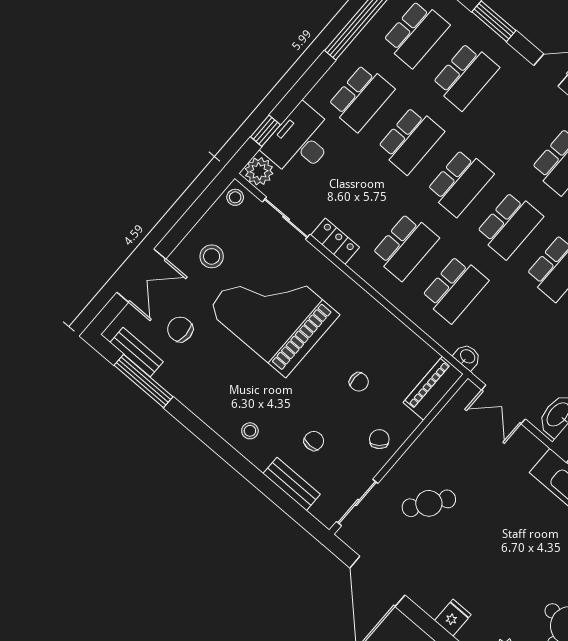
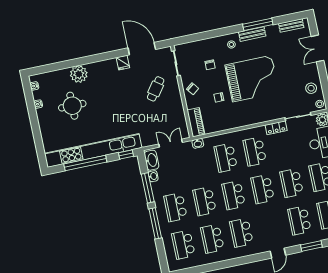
stool: (212, 256) -> (311, 88), moved
grand piano: (273, 312) -> (252, 79), moved
chair: (180, 329) -> (287, 48), removed
window: (144, 381) -> (258, 24), moved
bench: (292, 484) -> (252, 34), moved
fridge: (453, 618) -> (123, 63), moved

